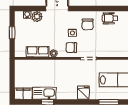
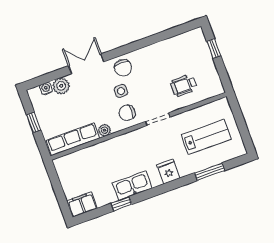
wheelchair: (110, 18) -> (184, 85), moved
chair: (88, 24) -> (123, 68), moved
row of seats: (38, 52) -> (73, 139), width x1.48
kitchen sink: (44, 93) -> (132, 186), moved

